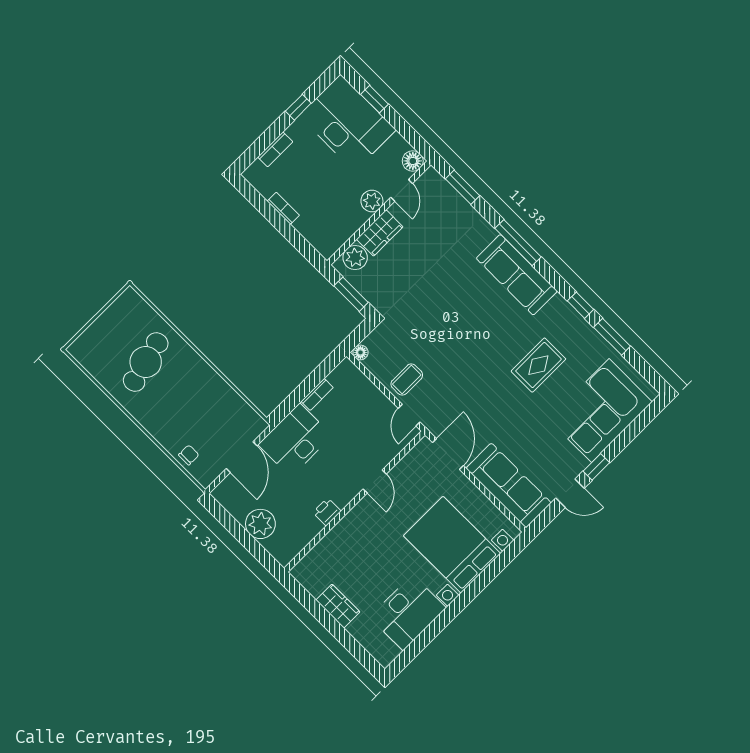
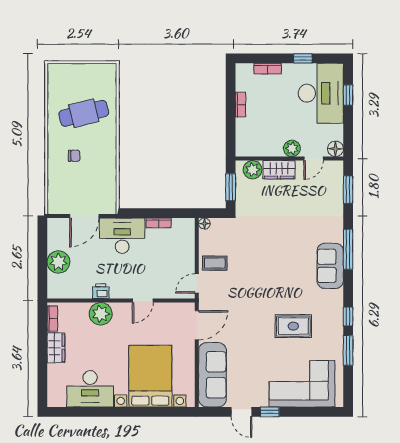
sofa: (517, 275) -> (330, 266), width x0.73
chair: (189, 455) -> (74, 156), moved
plant: (348, 533) -> (101, 314), added
bookcase: (307, 582) -> (52, 319), added

